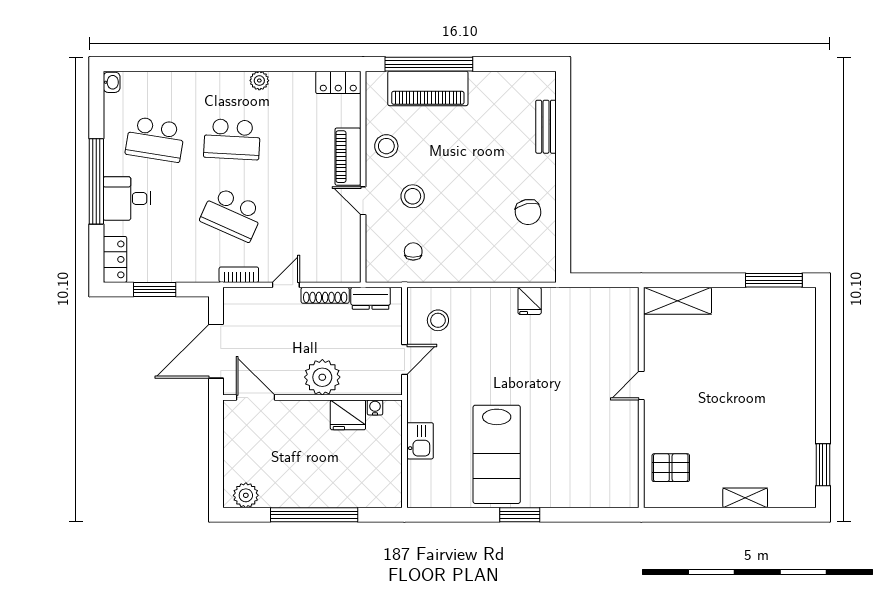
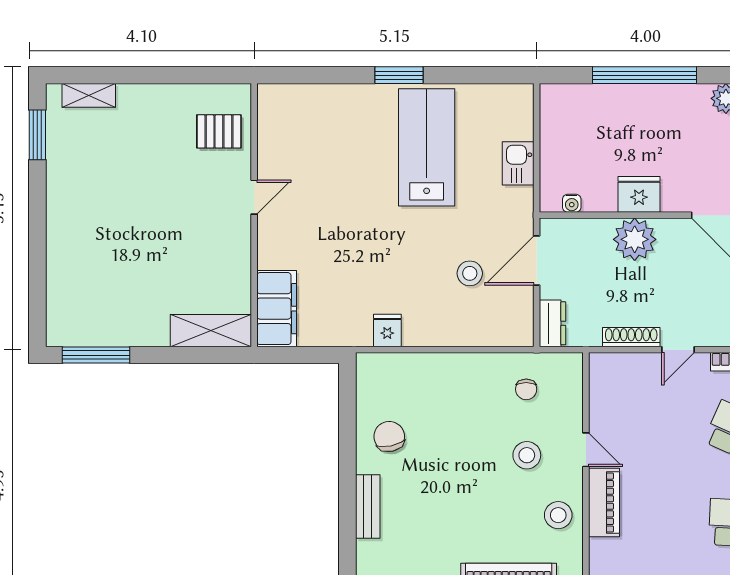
bench: (546, 127) -> (368, 506), moved
dresser: (371, 298) -> (553, 323), moved, turned 90
filing cabinet: (622, 319) -> (277, 309), added
stool: (438, 320) -> (470, 273), moved
door: (404, 359) -> (537, 260), width x1.38
door: (641, 385) -> (254, 197), moved
fridge: (348, 415) -> (639, 194), moved
shelving: (745, 498) -> (89, 95), moved

